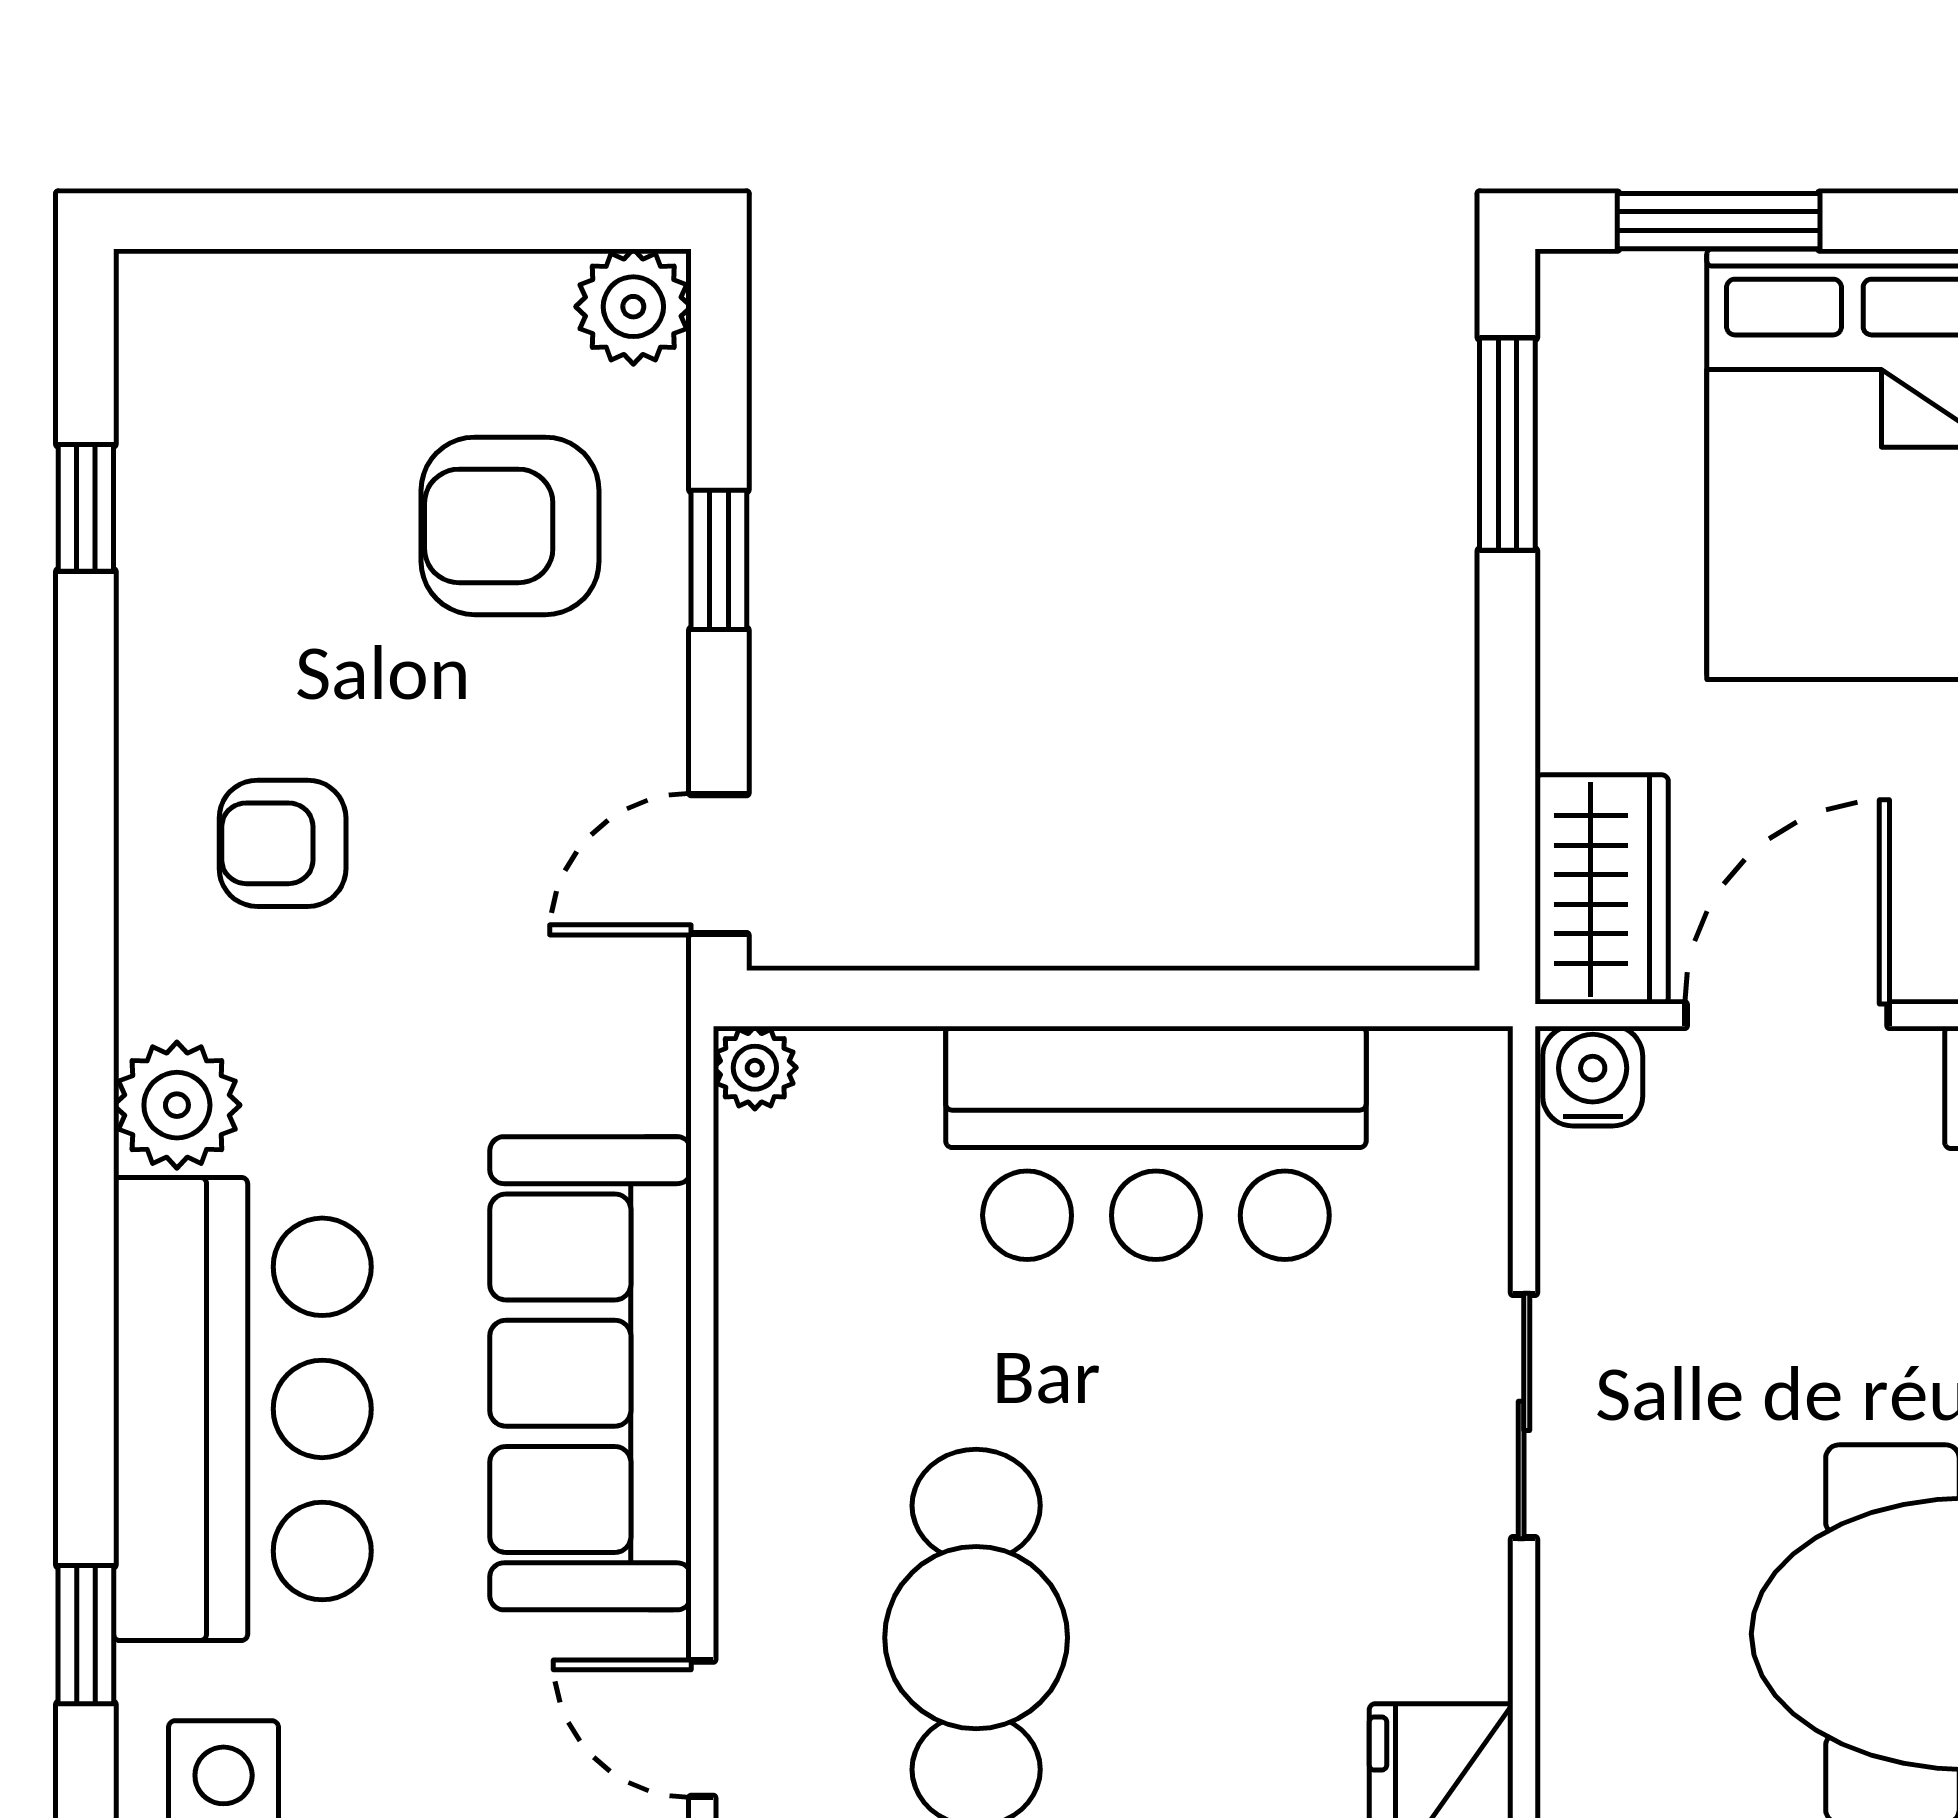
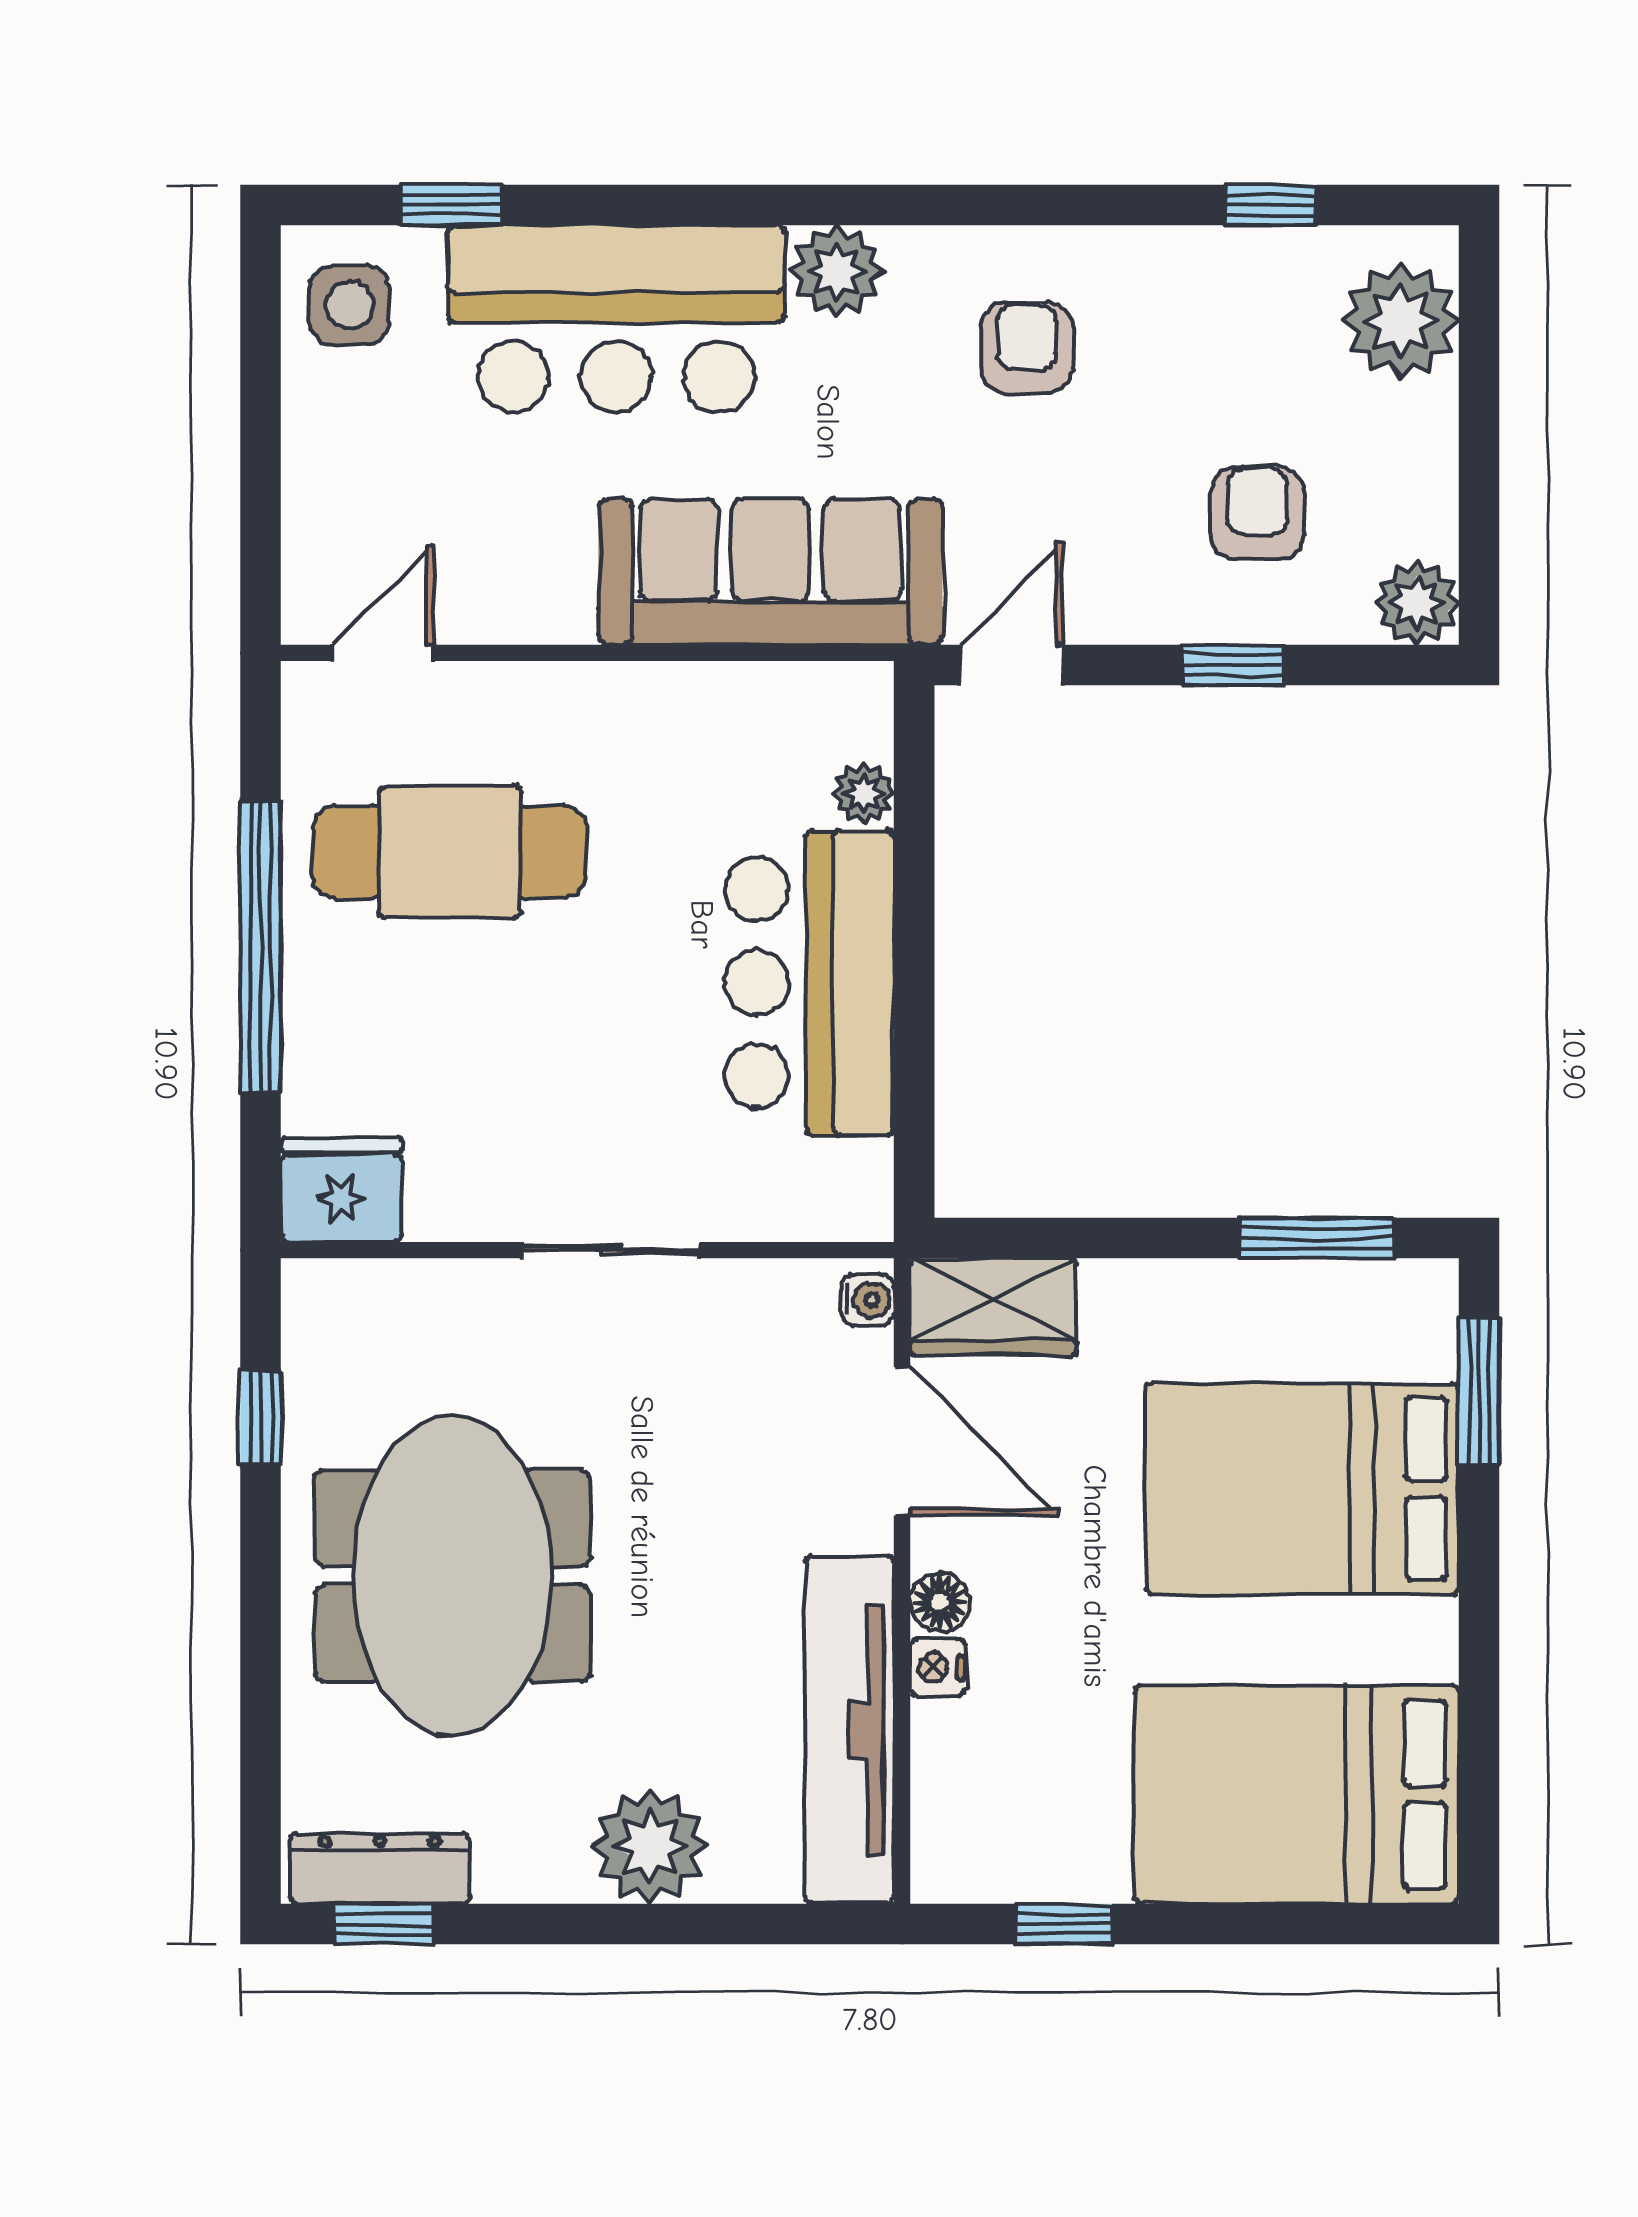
plant: (245, 329) -> (1401, 321), added
armchair: (510, 526) -> (1258, 513), width x0.72, depth x0.72
door: (719, 864) -> (1012, 665), hinge flipped
plant: (755, 1068) -> (864, 793), moved
water cooler: (1593, 1076) -> (868, 1300), width x0.72, depth x0.72
sofa: (591, 1373) -> (770, 572), moved

